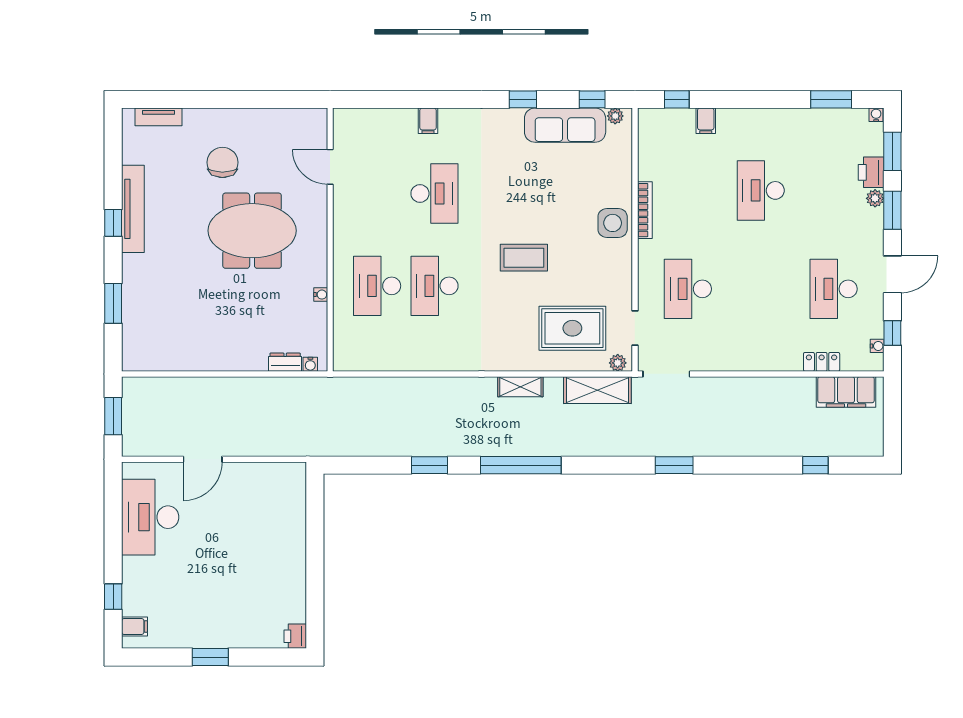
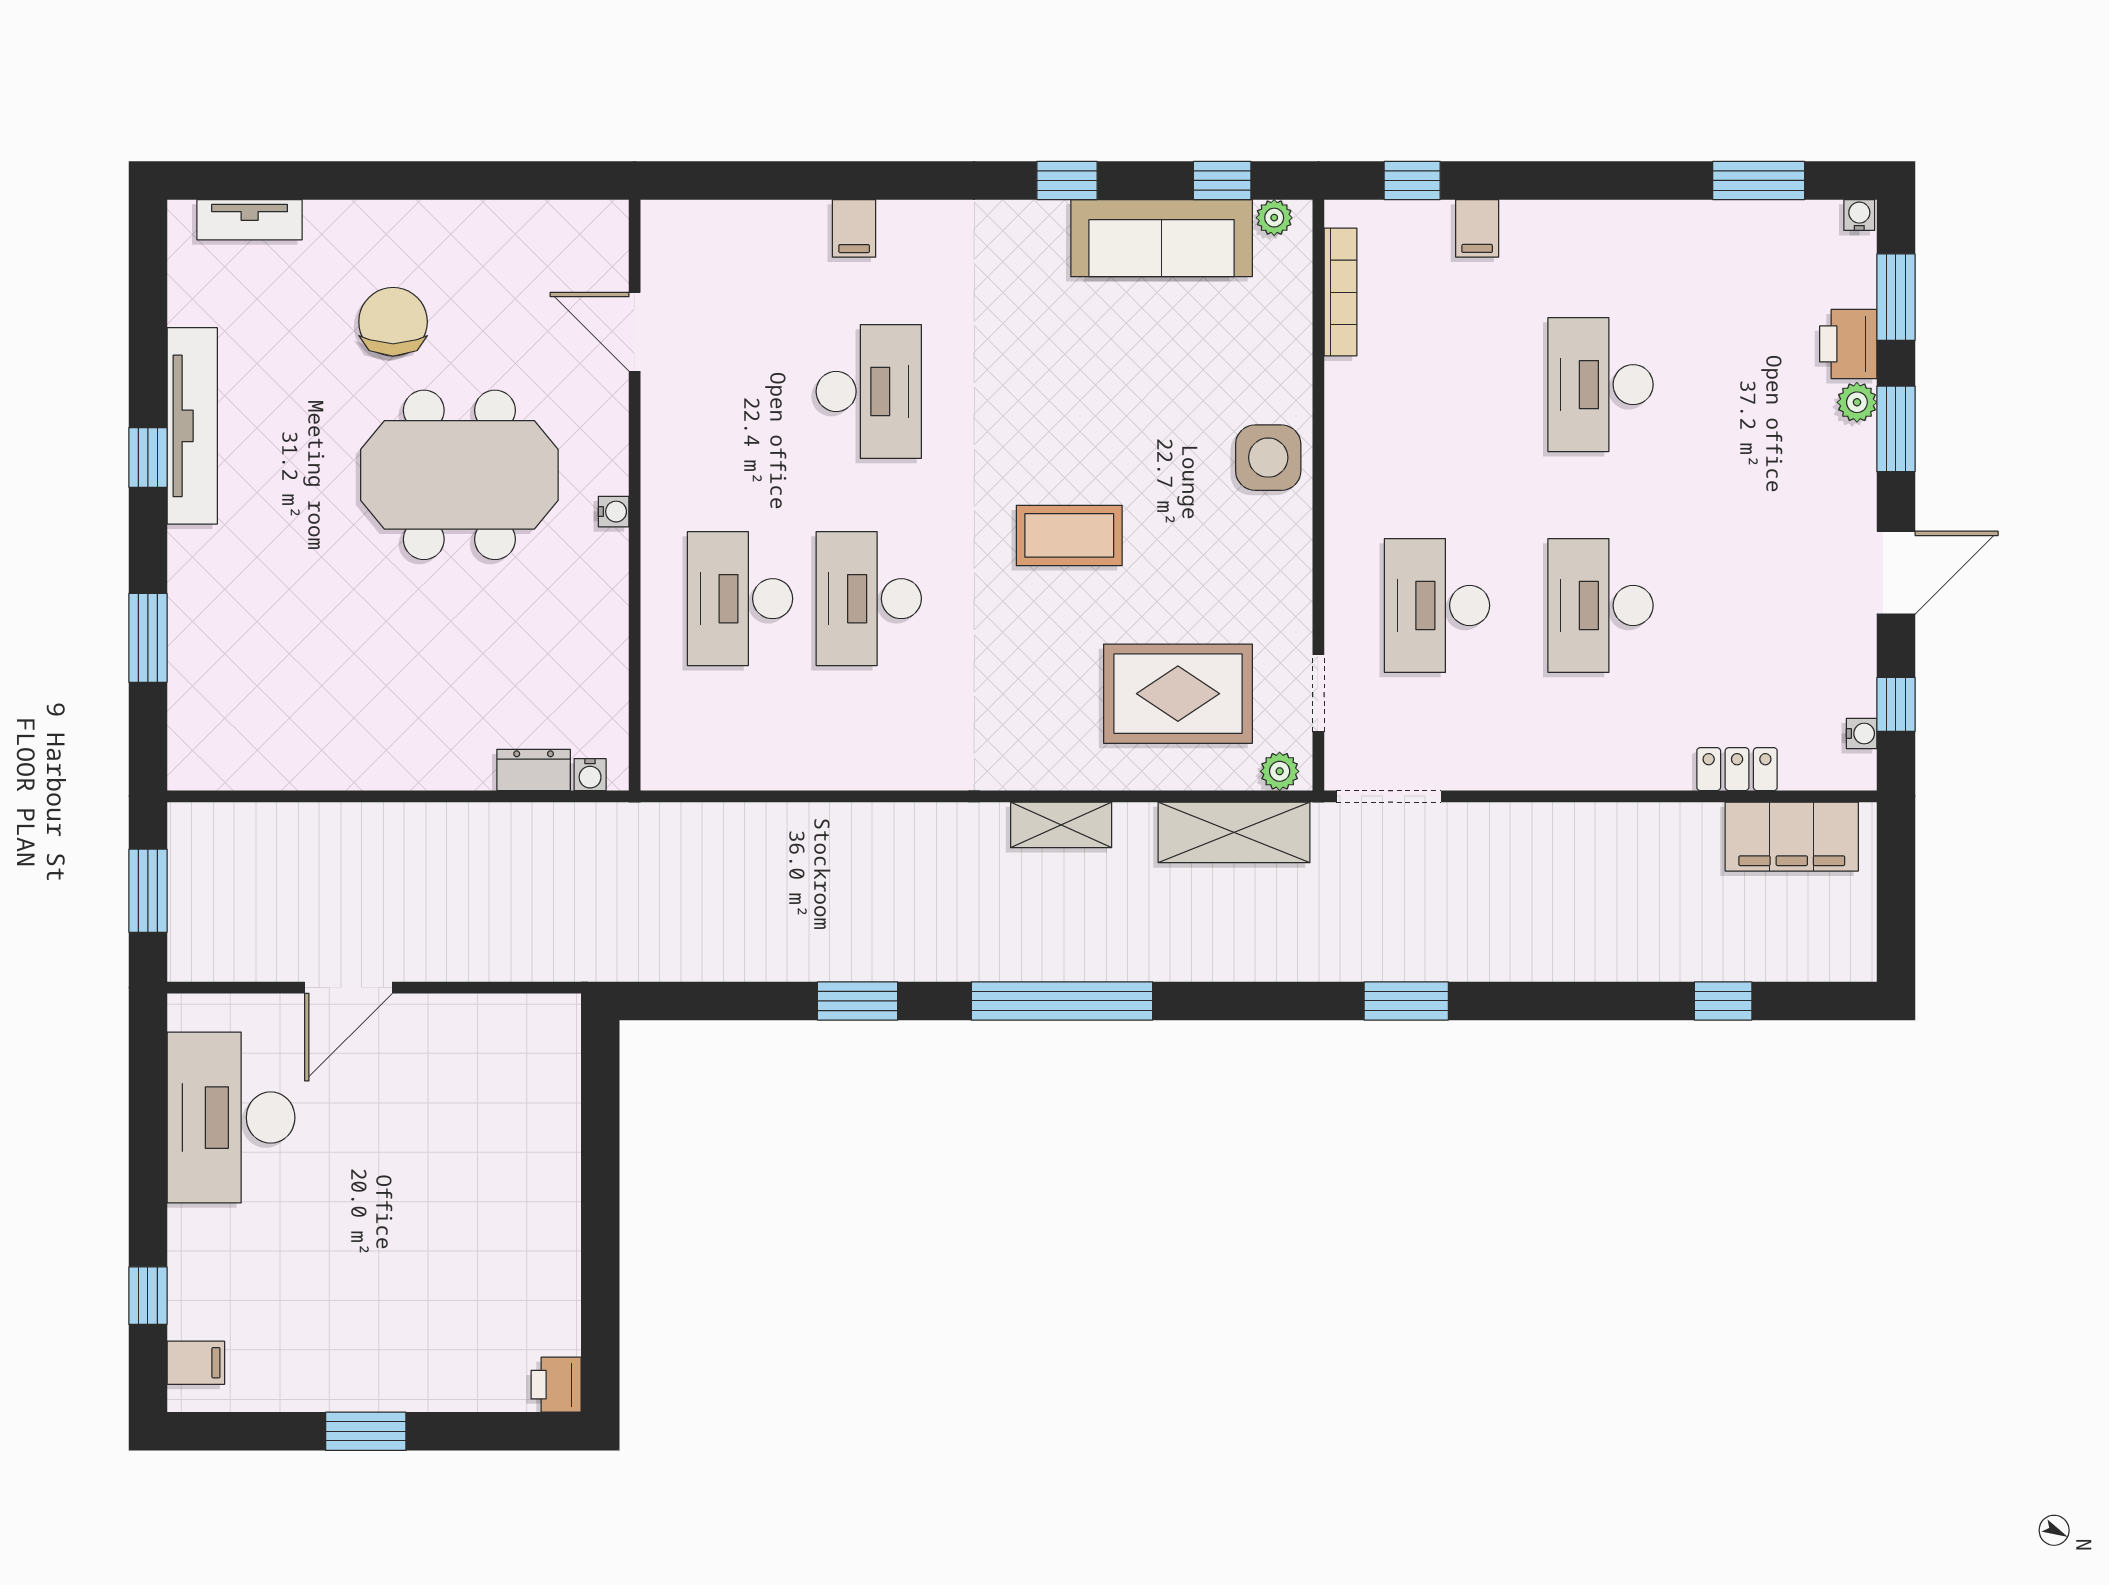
bookcase: (645, 210) -> (1340, 292), moved
desk: (834, 289) -> (1600, 605), moved
water cooler: (321, 295) -> (614, 512), moved

